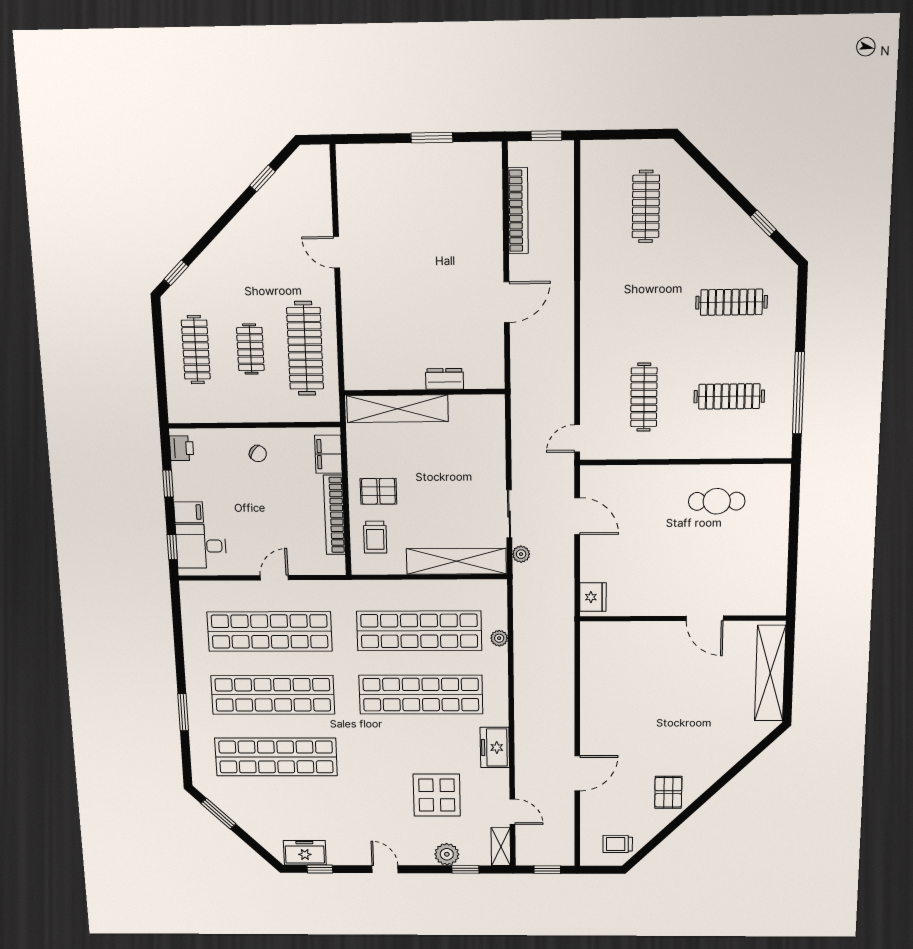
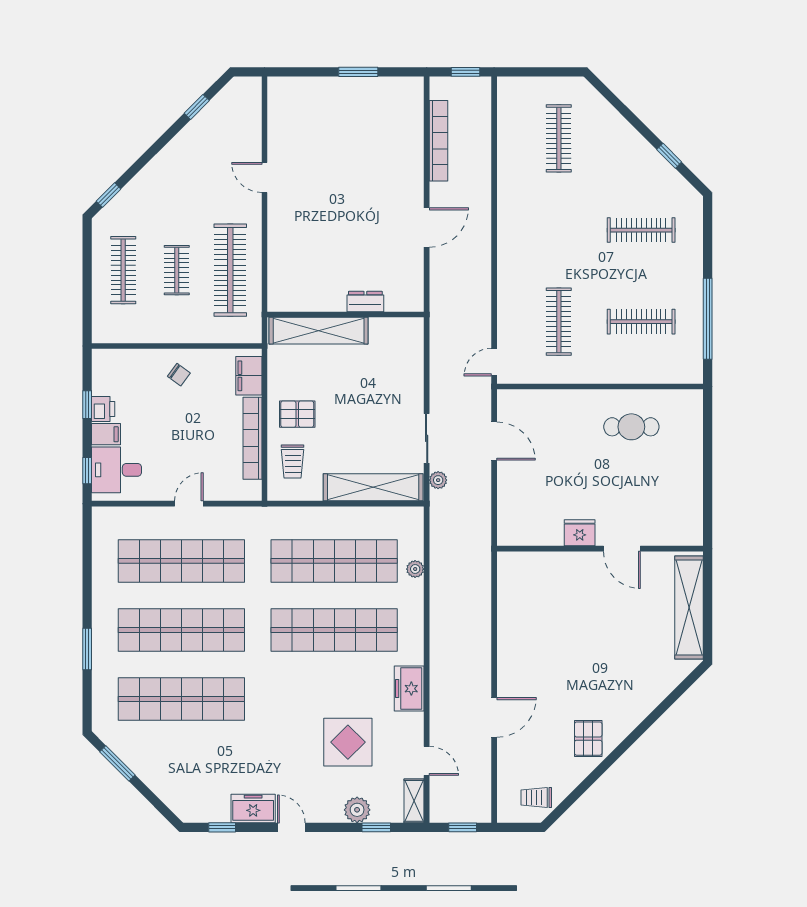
printer: (182, 448) -> (103, 409), moved
fridge: (593, 597) -> (580, 533), moved, turned -90
freezer: (305, 853) -> (253, 808), moved

